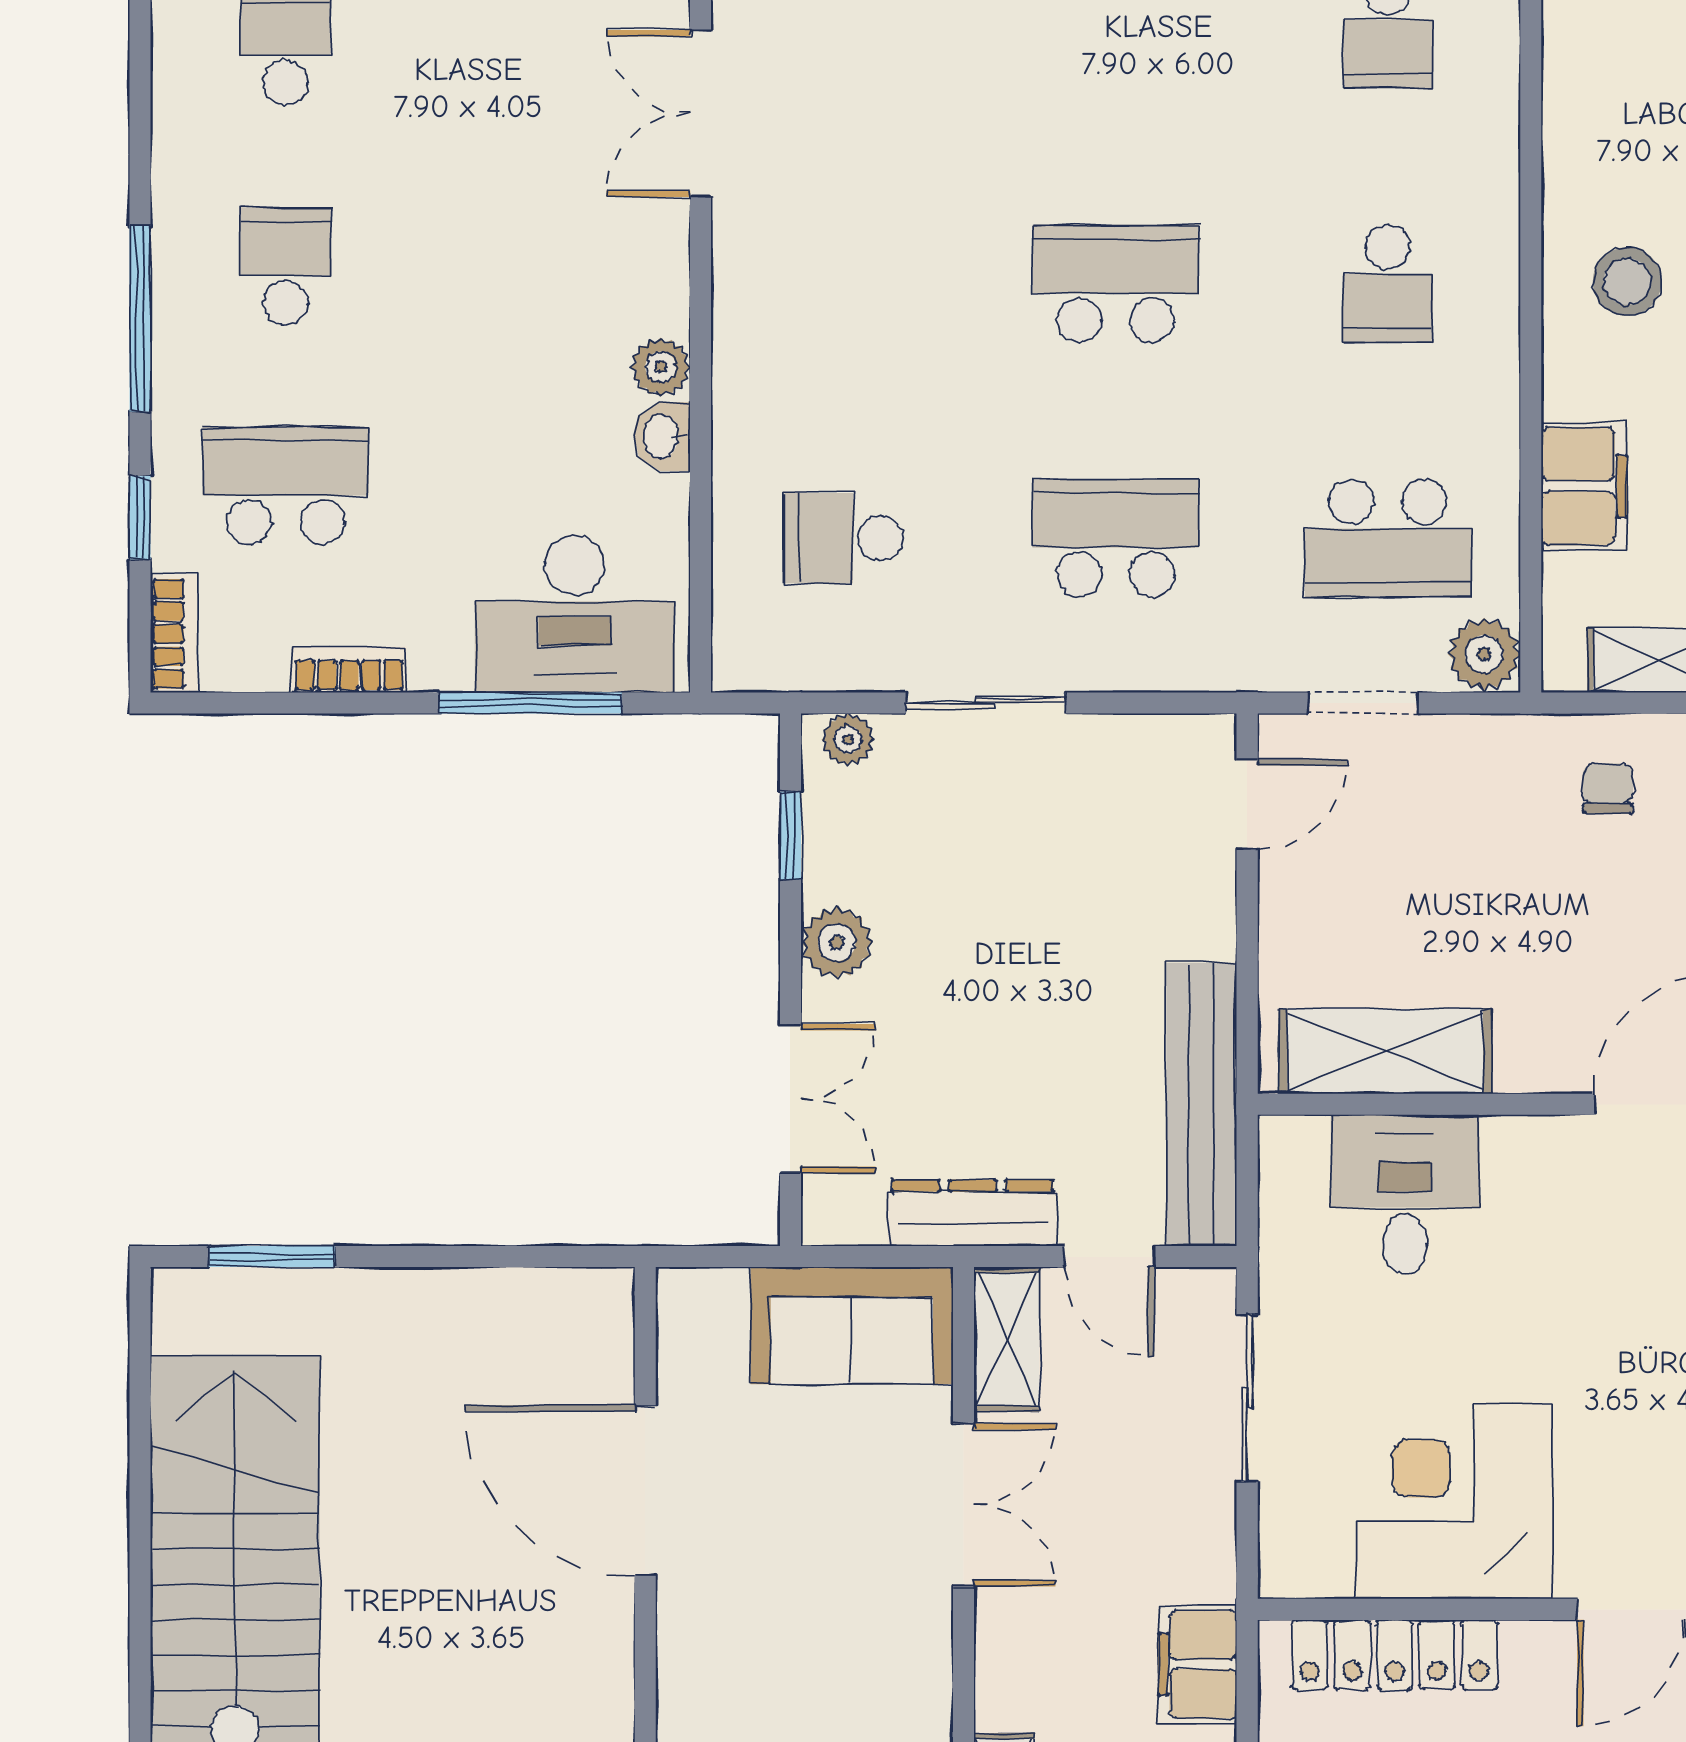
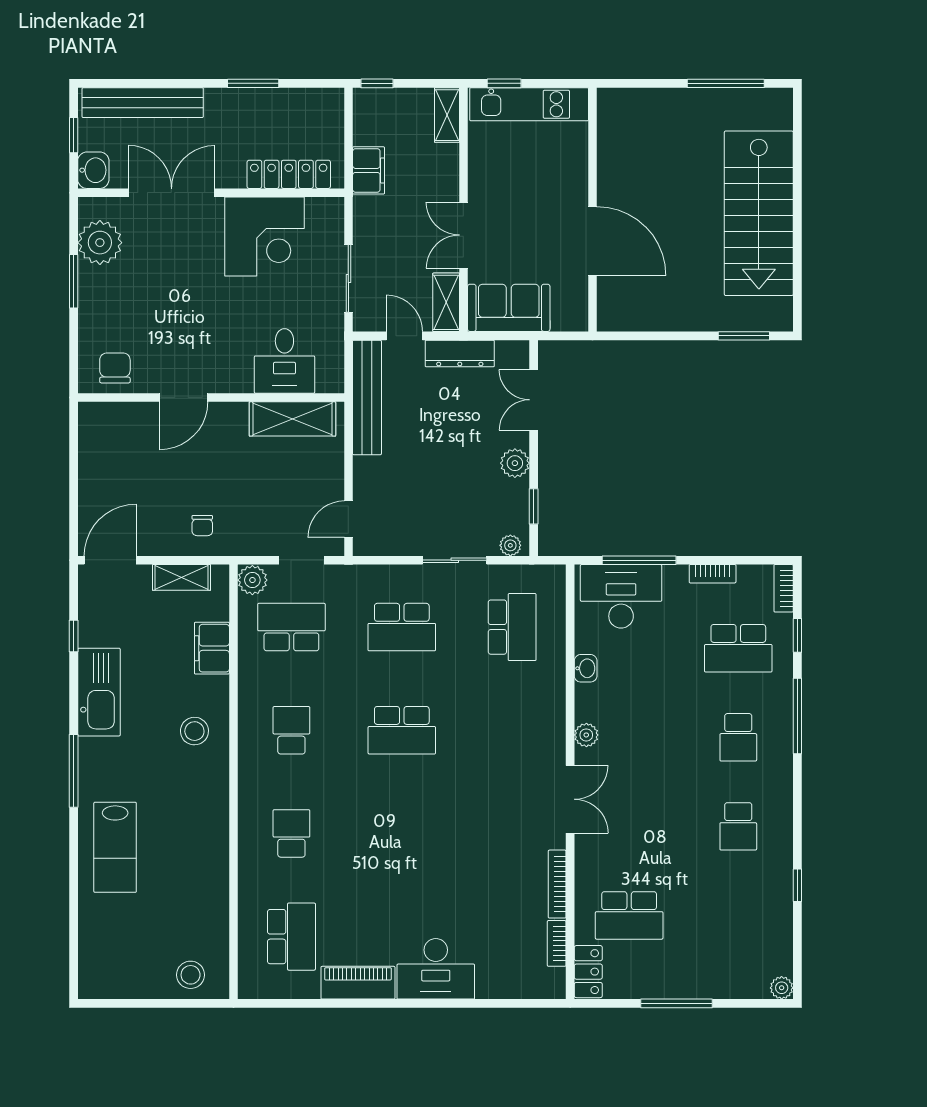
plant: (661, 367) -> (586, 735), moved
school desk: (844, 538) -> (512, 627), width x1.85

